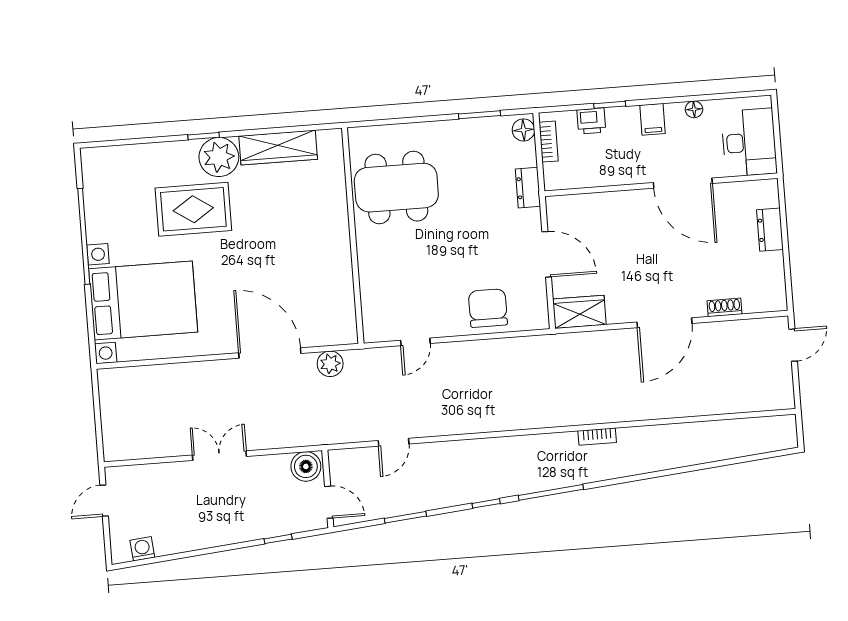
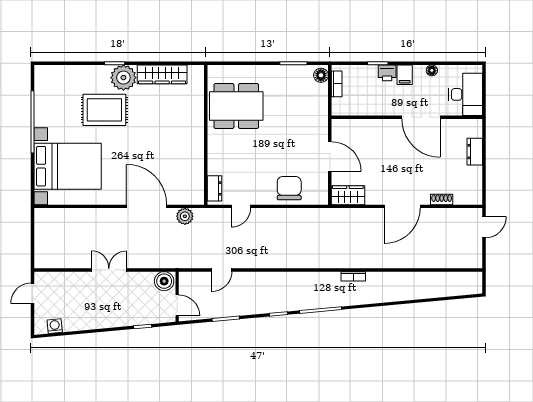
printer: (591, 121) -> (387, 73), moved
dresser: (528, 188) -> (214, 188), moved, turned 180

